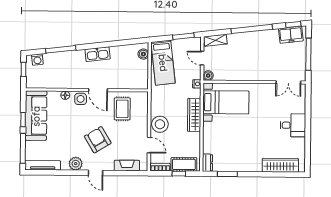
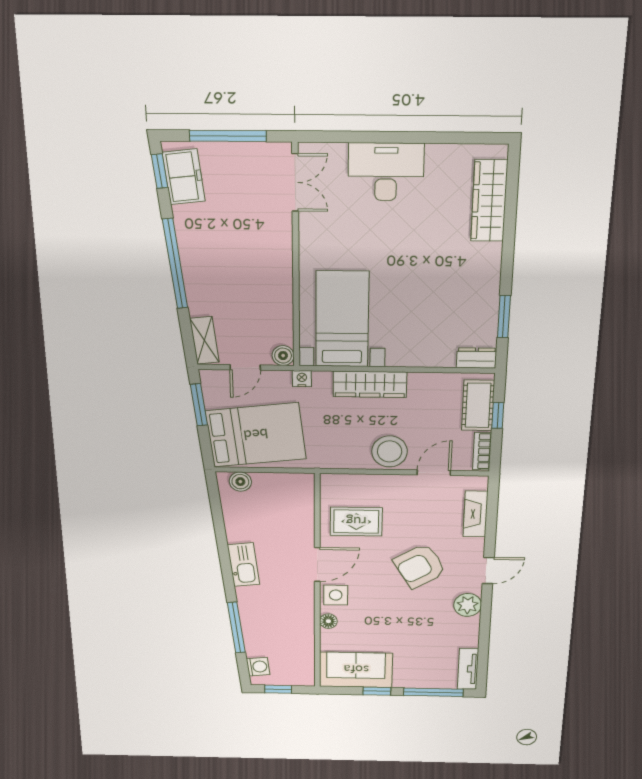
bed: (163, 63) -> (256, 435), width x1.50
sofa: (36, 116) -> (356, 670), width x0.73
desk: (293, 125) -> (386, 172), width x1.37
tv unit: (43, 165) -> (468, 669), width x0.71

